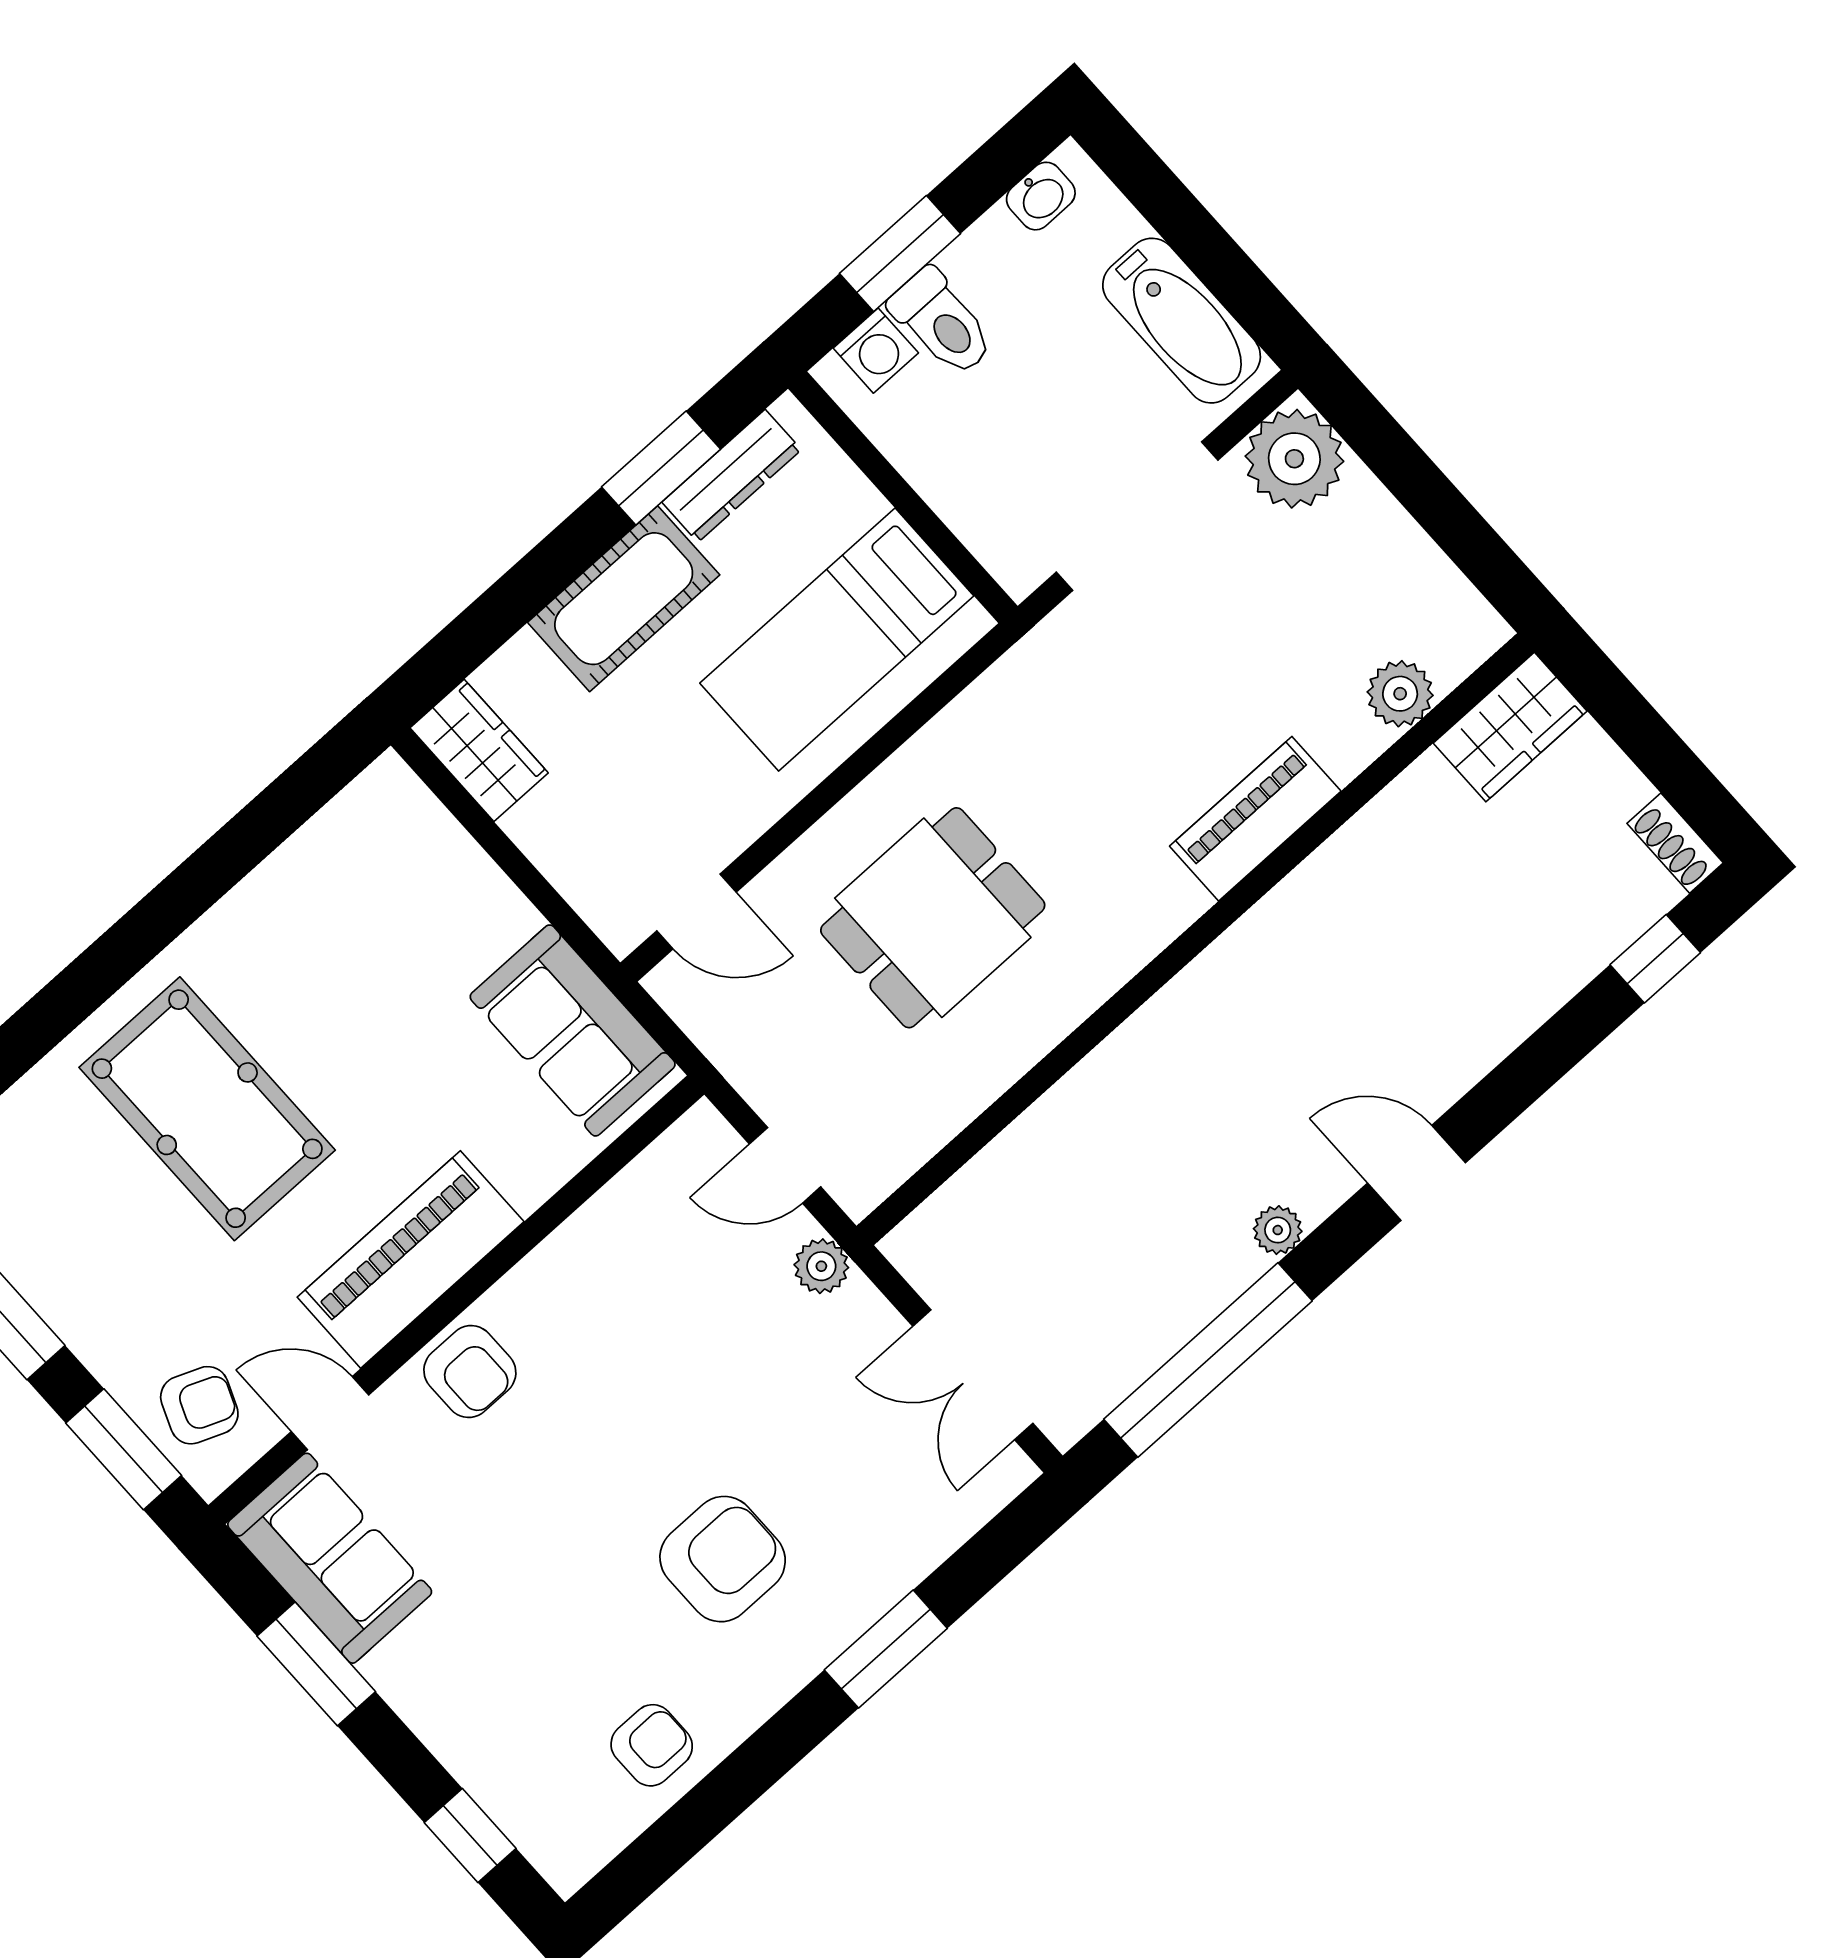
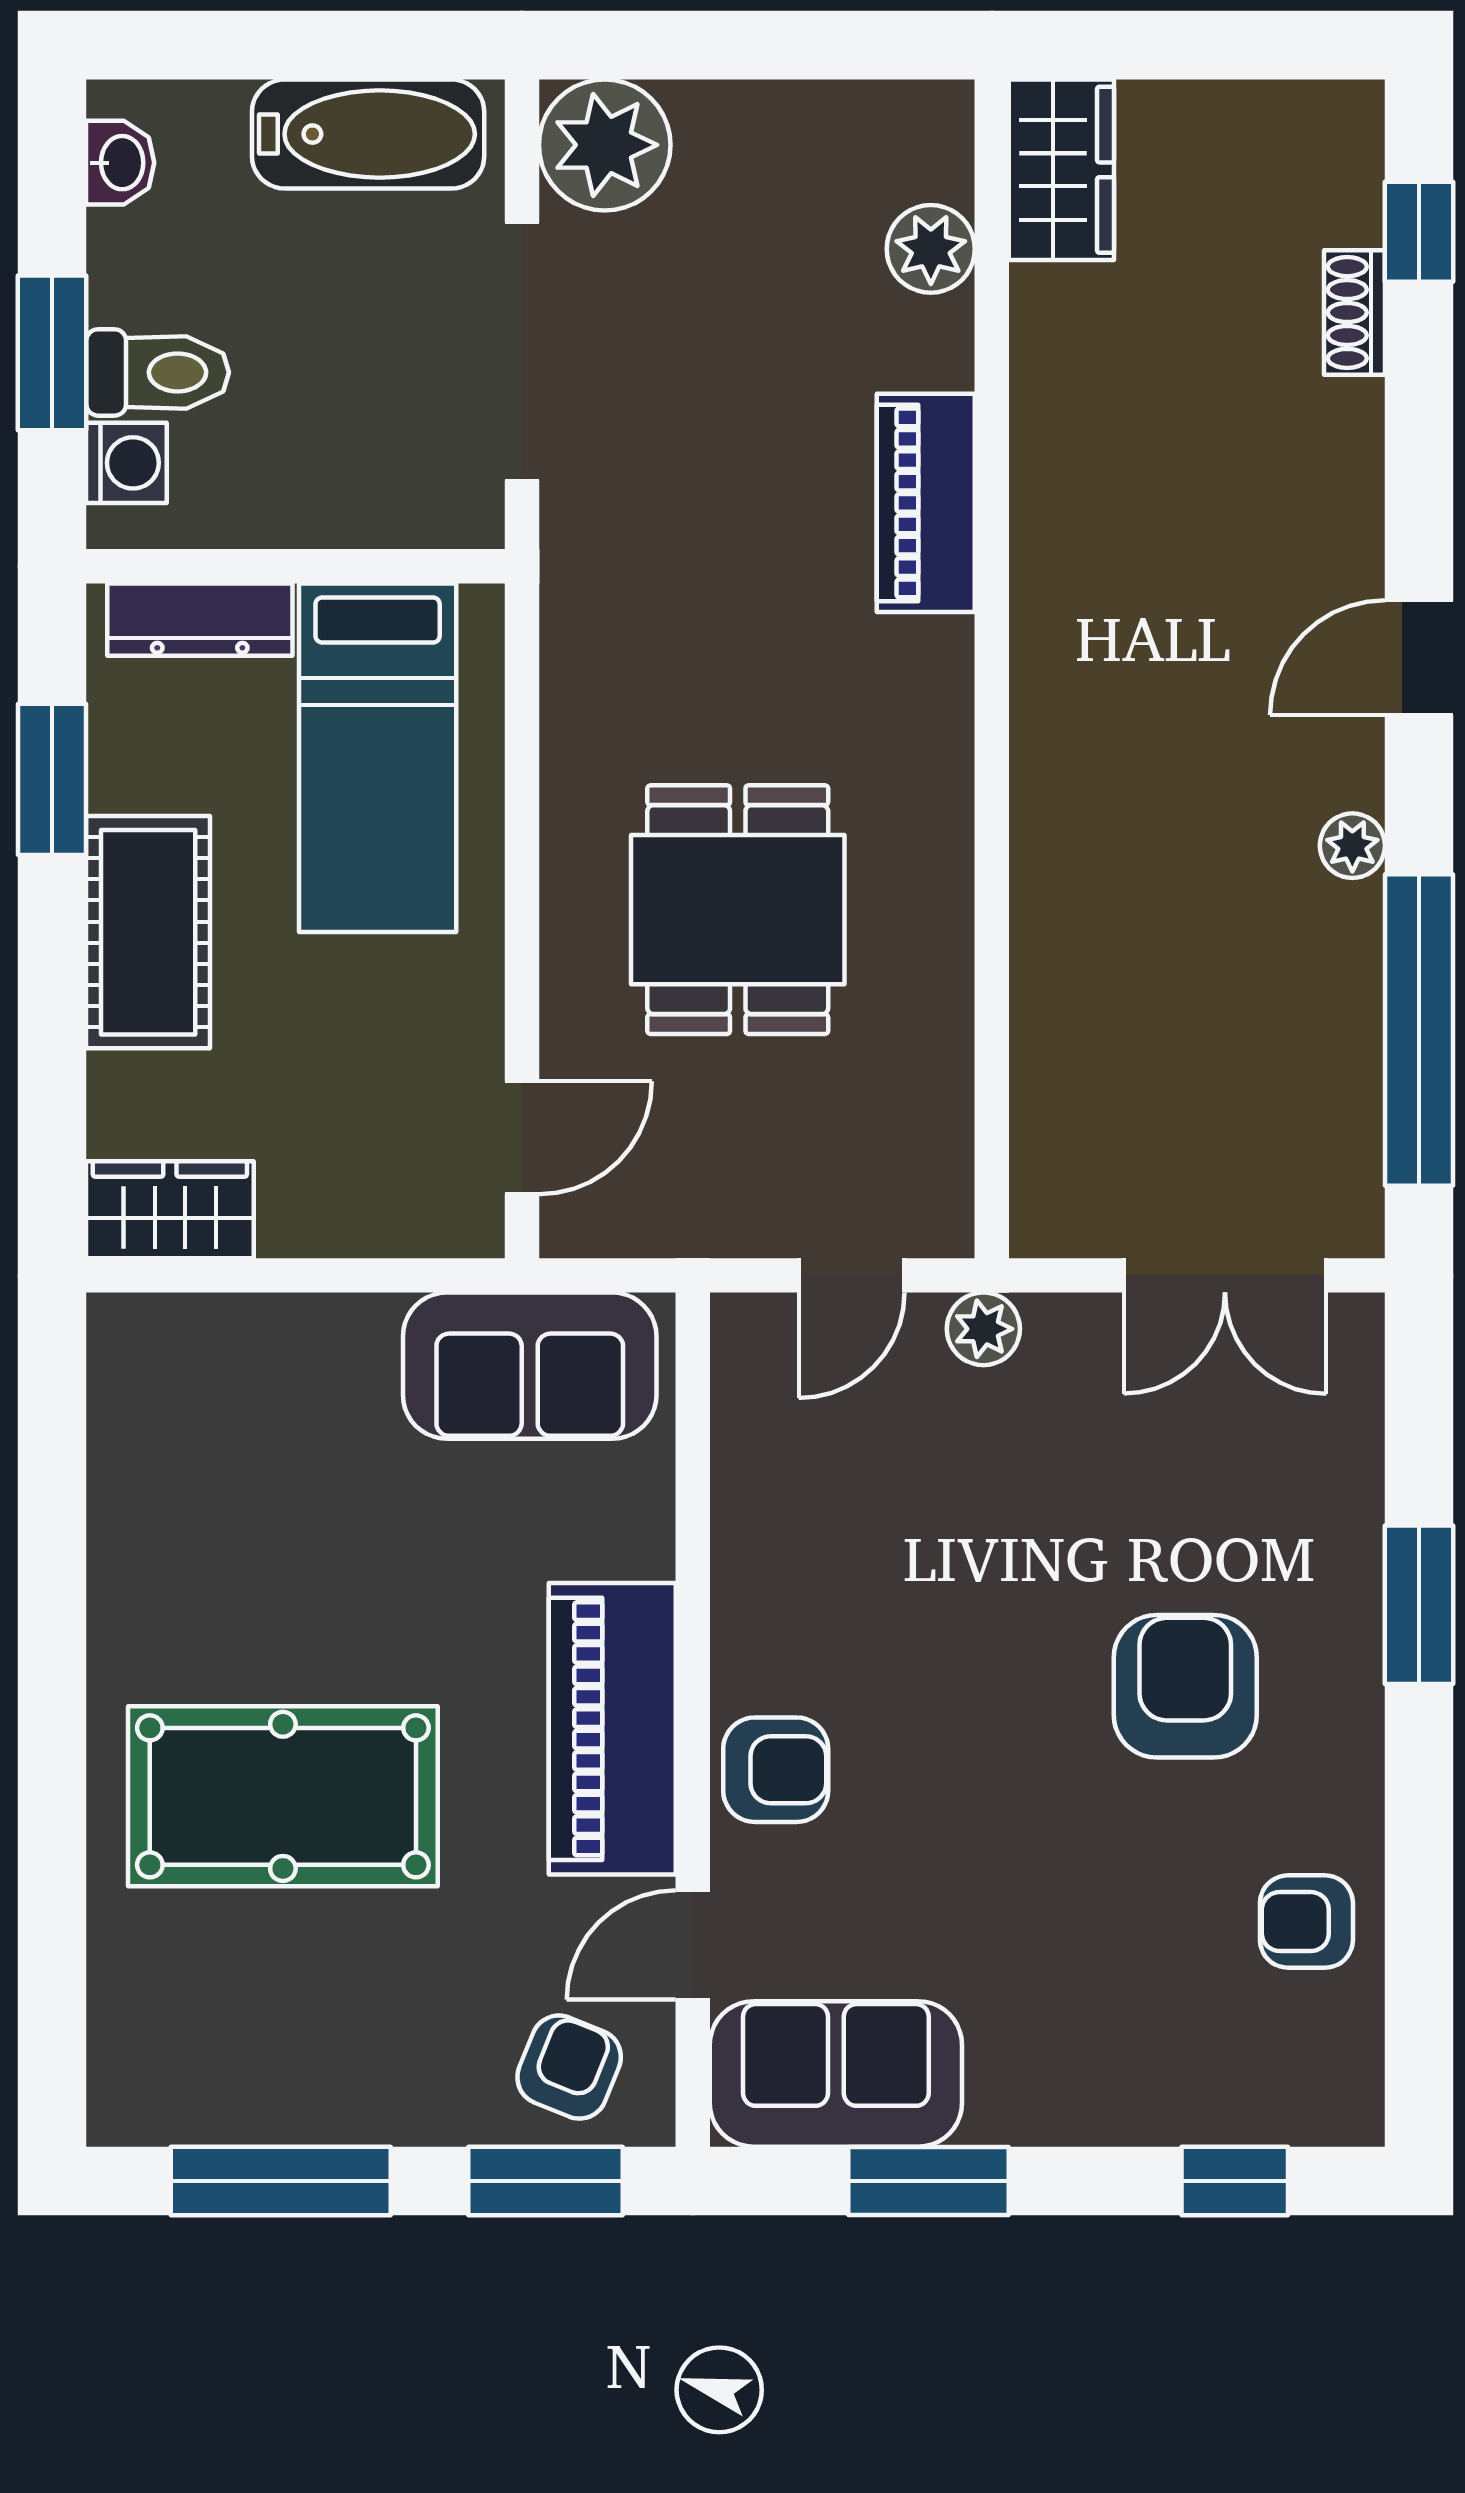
dresser: (732, 476) -> (200, 620), moved, turned 90
shoe rack: (1675, 843) -> (1355, 313), moved, turned 90
armchair: (652, 1745) -> (1306, 1922), turned -90

